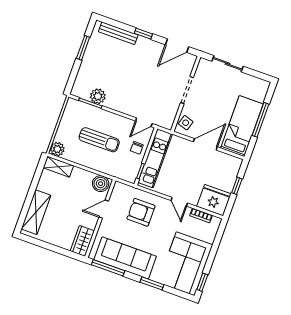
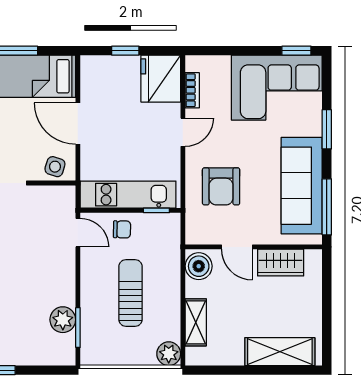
shelving: (58, 167) -> (196, 322), moved
wardrobe: (82, 241) -> (281, 263), moved

